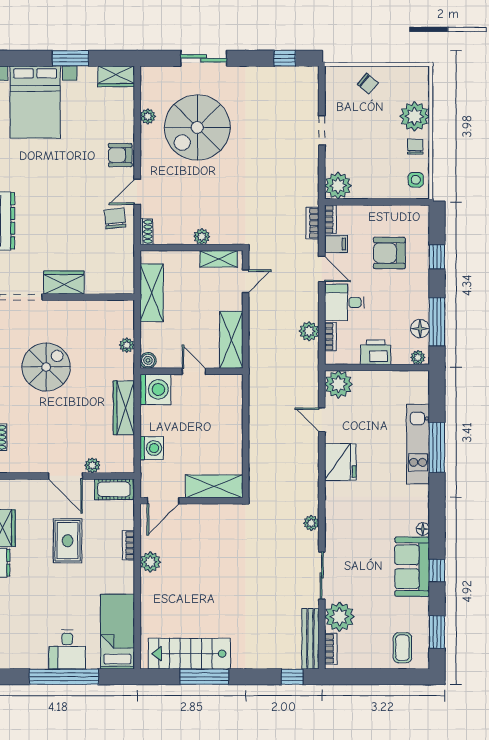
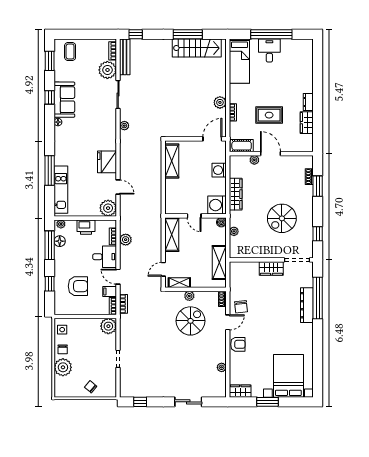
spiral stairs: (197, 127) -> (190, 321), moved, width x0.73, depth x0.73
kitchen unit: (418, 444) -> (61, 190), moved
shelving: (214, 486) -> (172, 161), moved, turned 90
rug: (68, 541) -> (269, 115), turned 90

